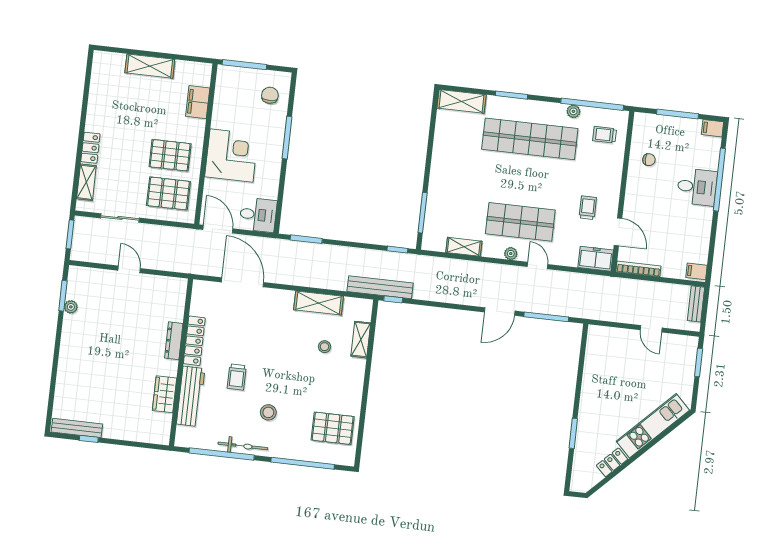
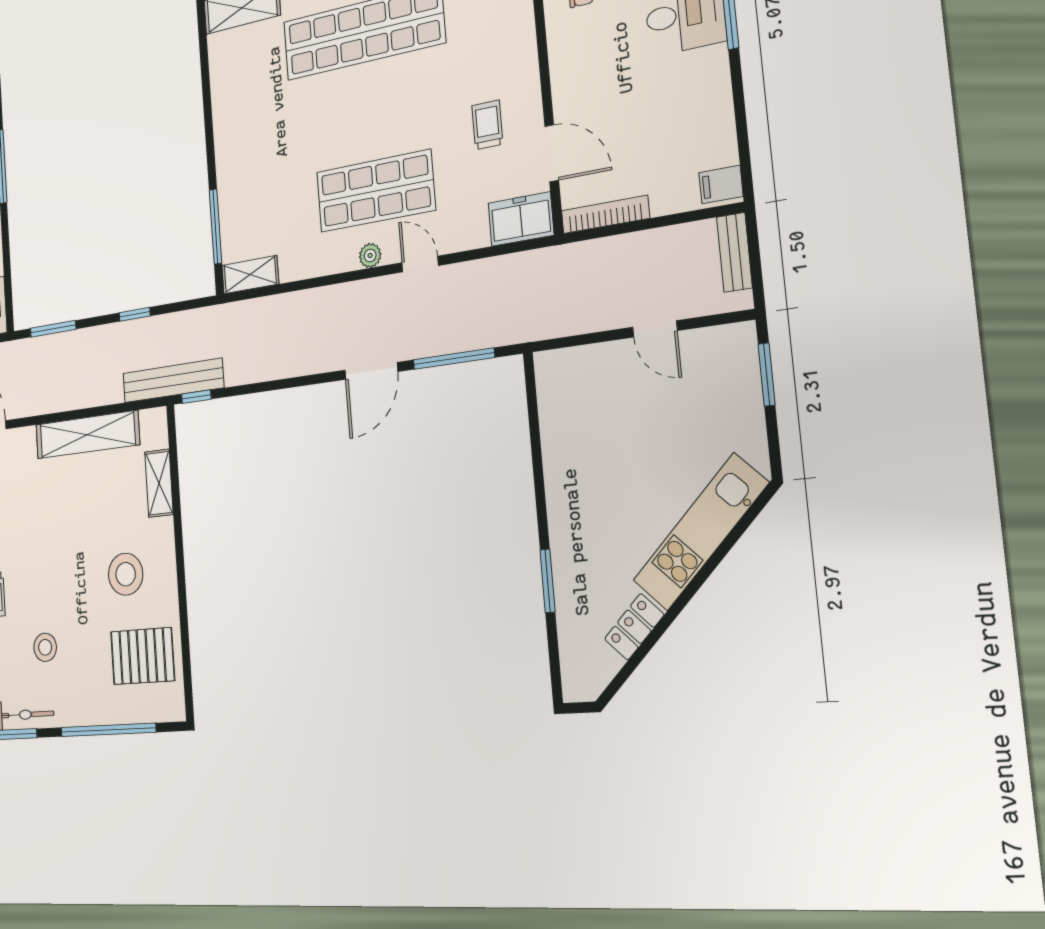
shelving: (464, 247) -> (250, 275), moved
window: (397, 250) -> (135, 314), moved
shelving: (319, 303) -> (87, 435), width x1.47
stool: (325, 347) -> (126, 574), moved, width x1.89, depth x1.89

